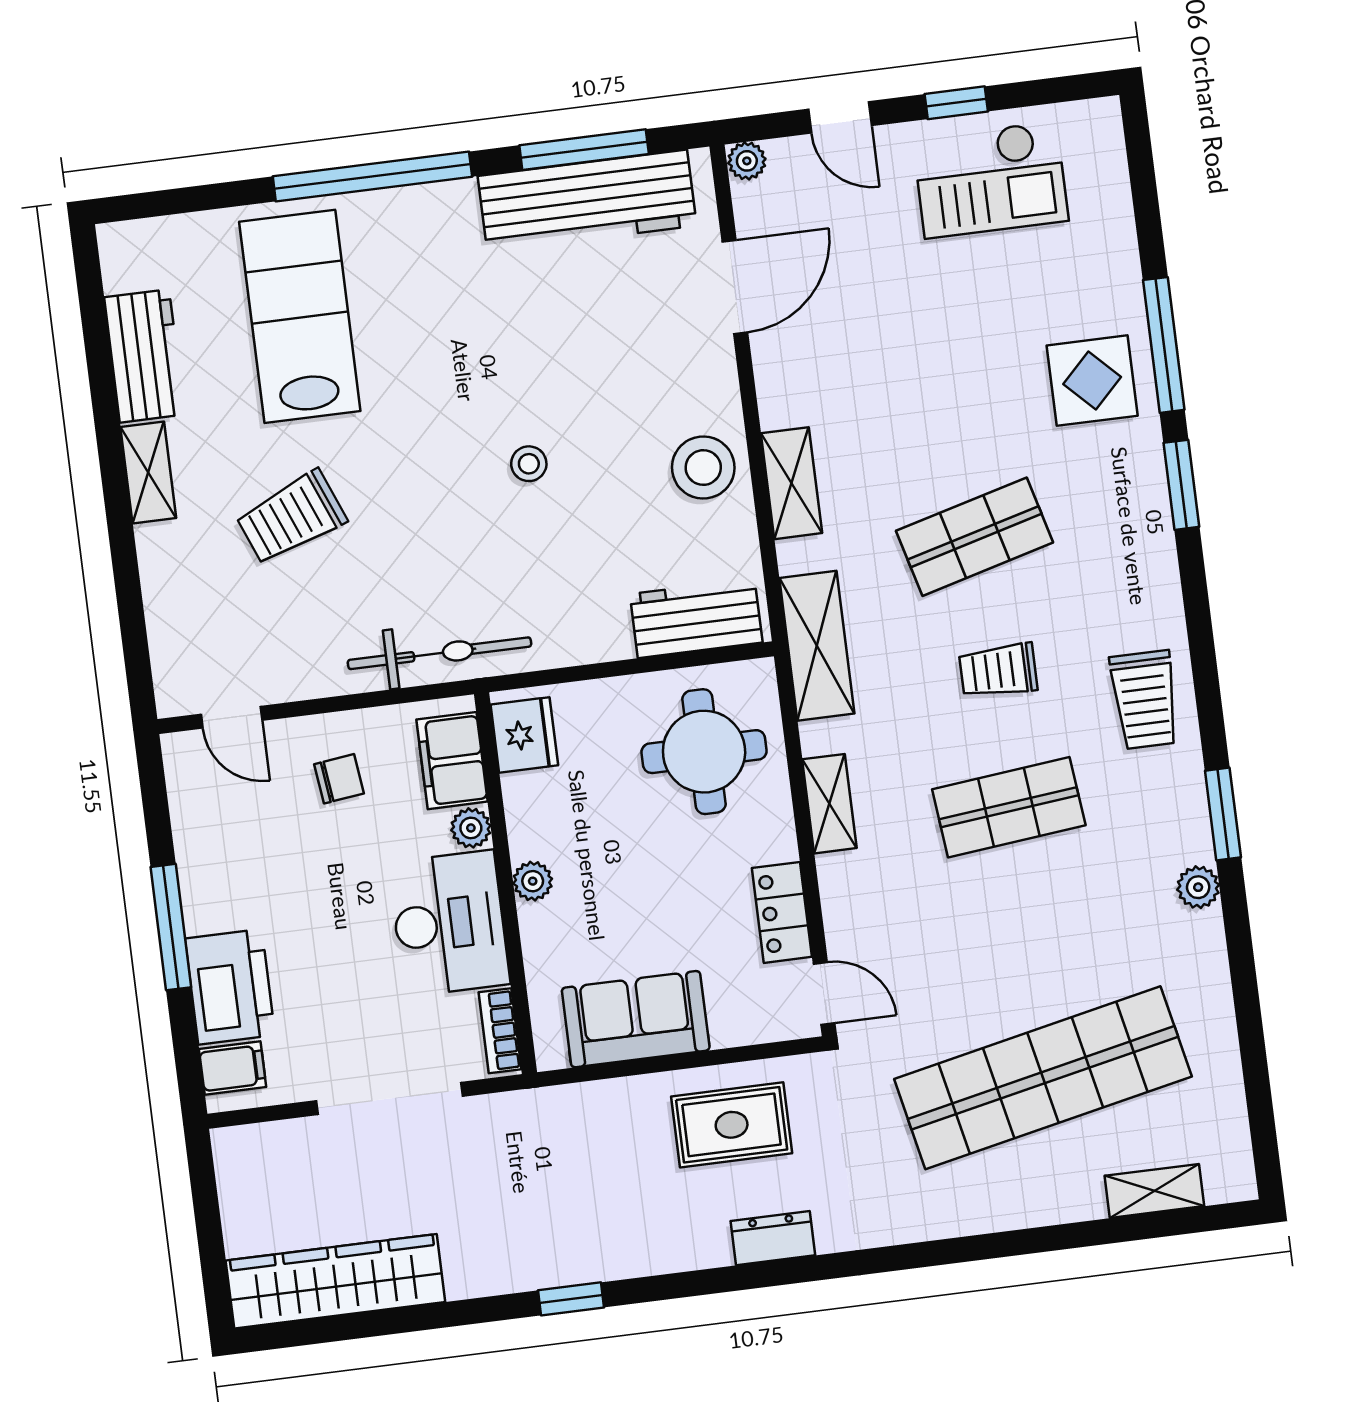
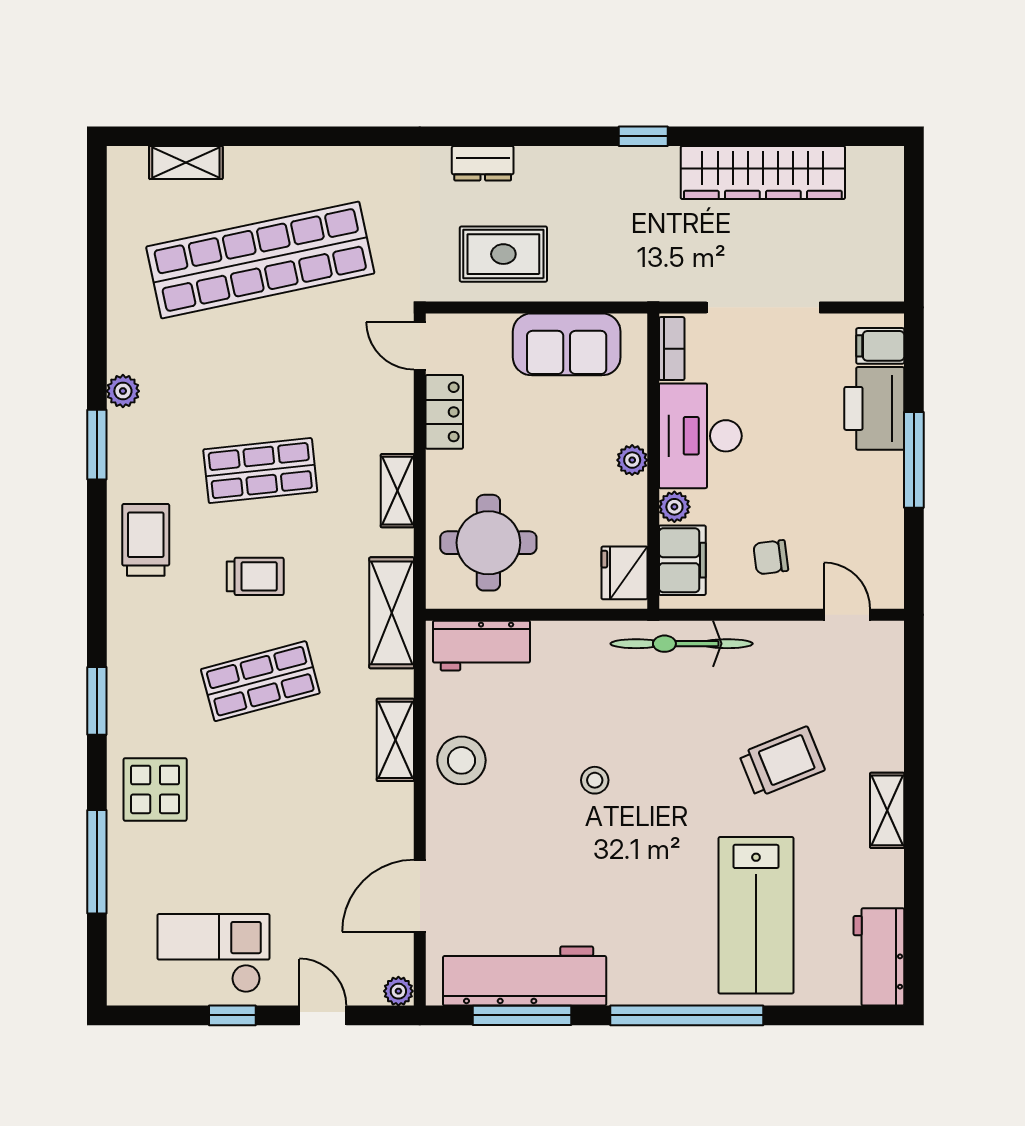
window: (1164, 345) -> (97, 862), moved
workbench: (144, 356) -> (879, 957), moved
wardrobe: (335, 1281) -> (763, 173), moved

